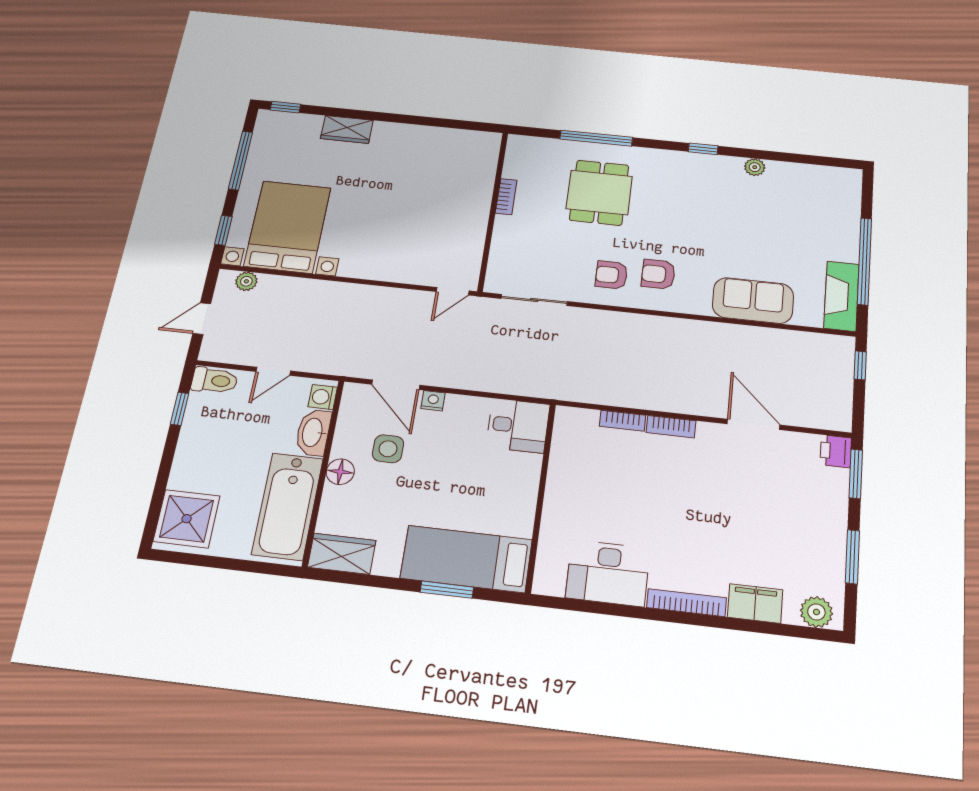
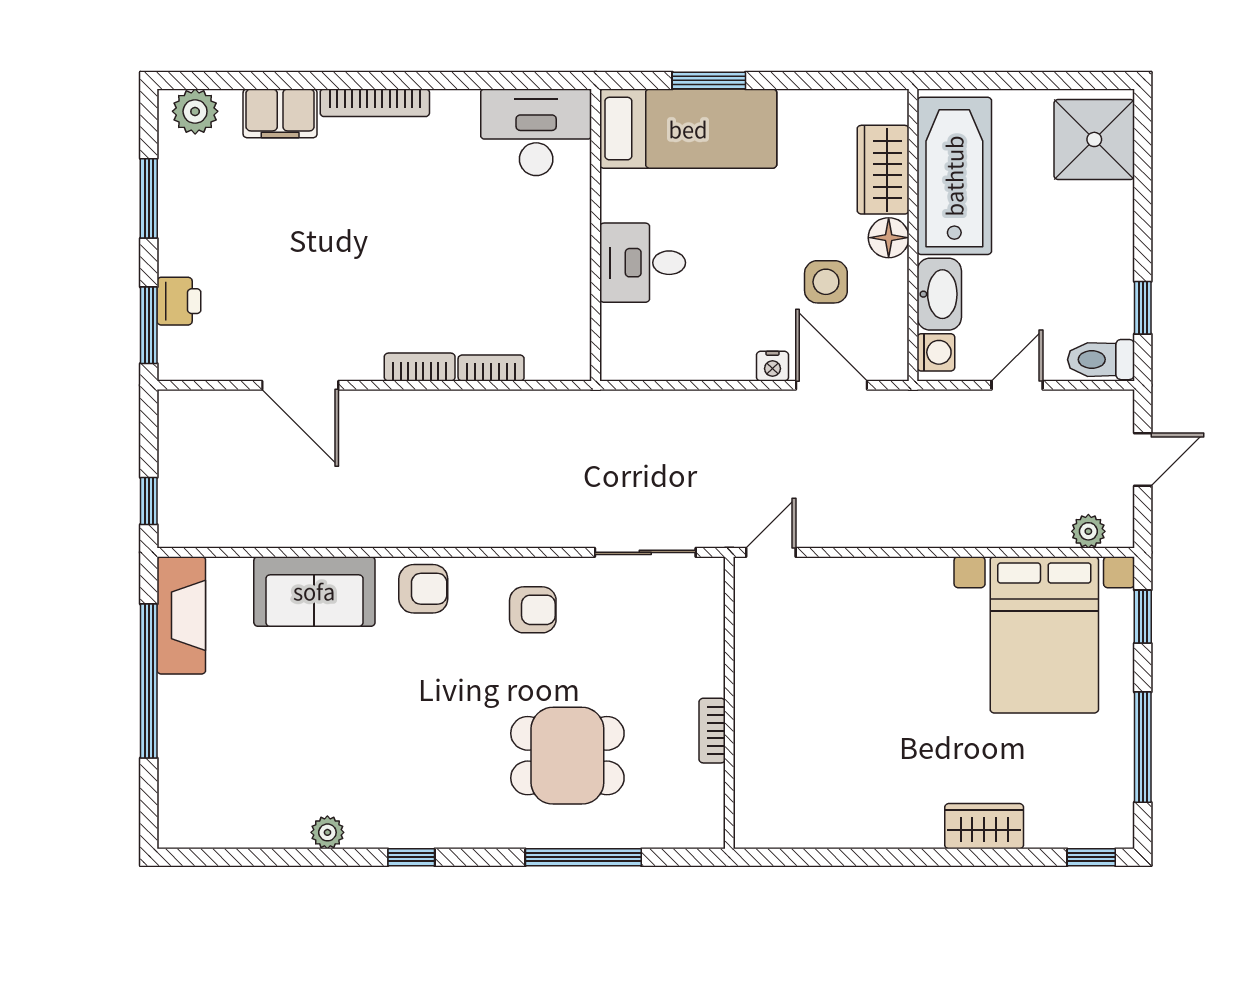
dining table: (599, 193) -> (567, 756), turned 90
armchair: (658, 274) -> (423, 589), moved
desk: (518, 426) -> (643, 263), moved
printer: (836, 451) -> (179, 301), moved
wardrobe: (342, 554) -> (883, 170), moved, turned 90
desk: (608, 573) -> (536, 132), moved

